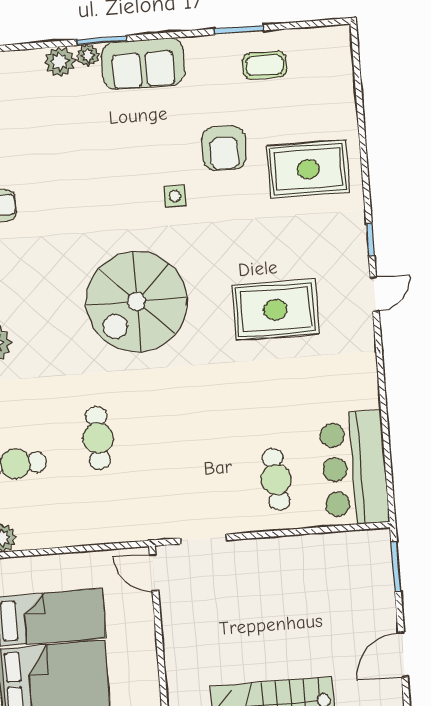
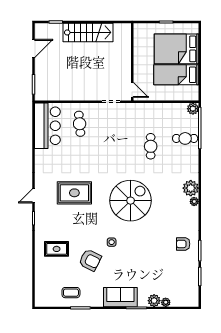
plant: (88, 55) -> (166, 302), moved
armchair: (224, 148) -> (90, 260), turned 116
rug: (308, 169) -> (57, 249), width x0.73, depth x0.70

